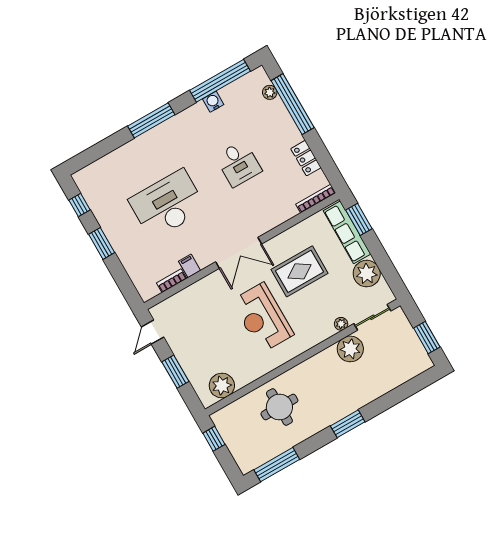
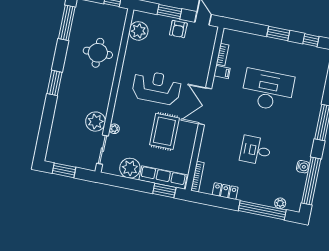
desk: (167, 204) -> (268, 90), turned -90
armchair: (185, 347) -> (178, 29), added

